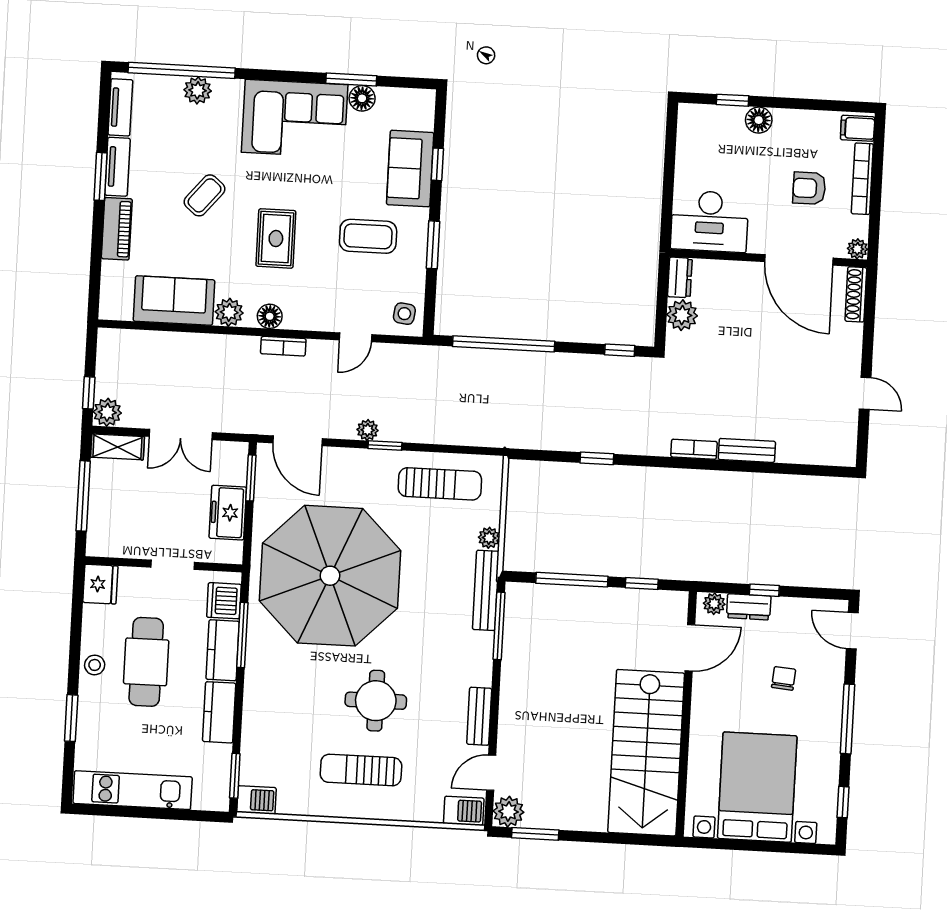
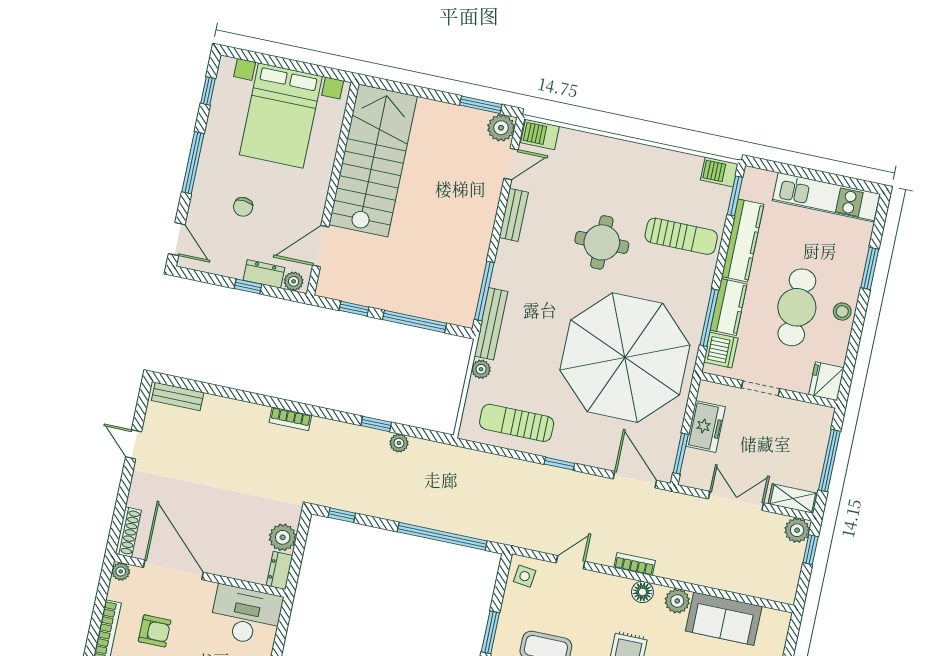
plant: (368, 430) -> (399, 443), moved
bench: (747, 450) -> (178, 397), moved
kitchen counter: (219, 712) -> (743, 240), width x1.50
sun lounger: (361, 770) -> (681, 236), moved

